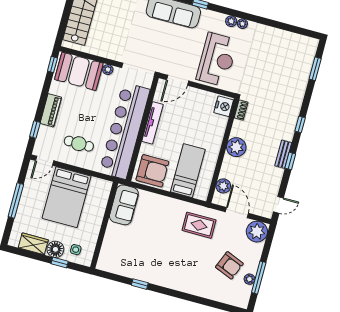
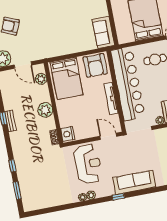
reception desk: (217, 60) -> (88, 164), turned 180
door: (178, 80) -> (108, 136), hinge flipped
window: (300, 124) -> (12, 166), moved
armchair: (152, 171) -> (95, 65), turned -90
bed: (188, 171) -> (67, 78), width x1.50
rug: (199, 225) -> (45, 44), removed

